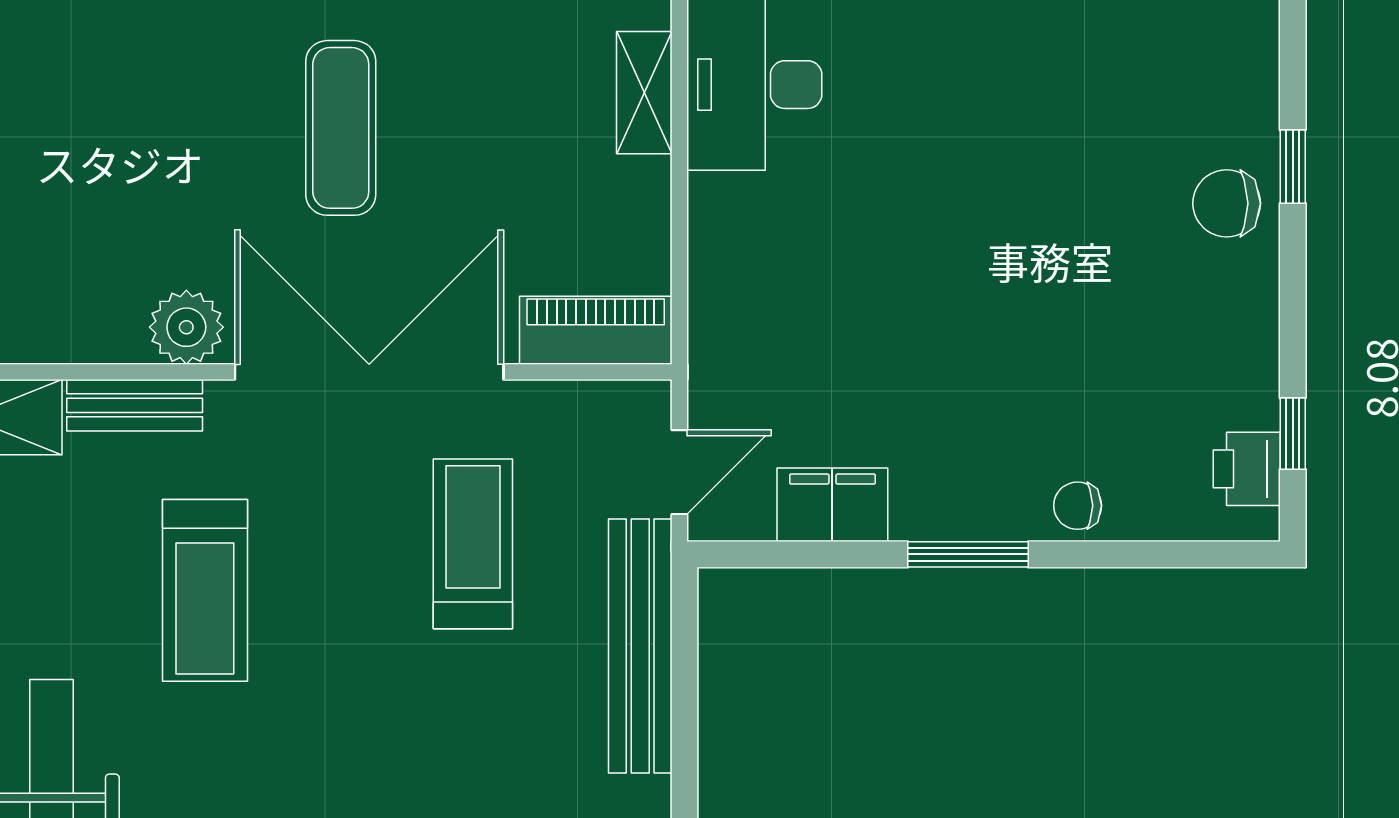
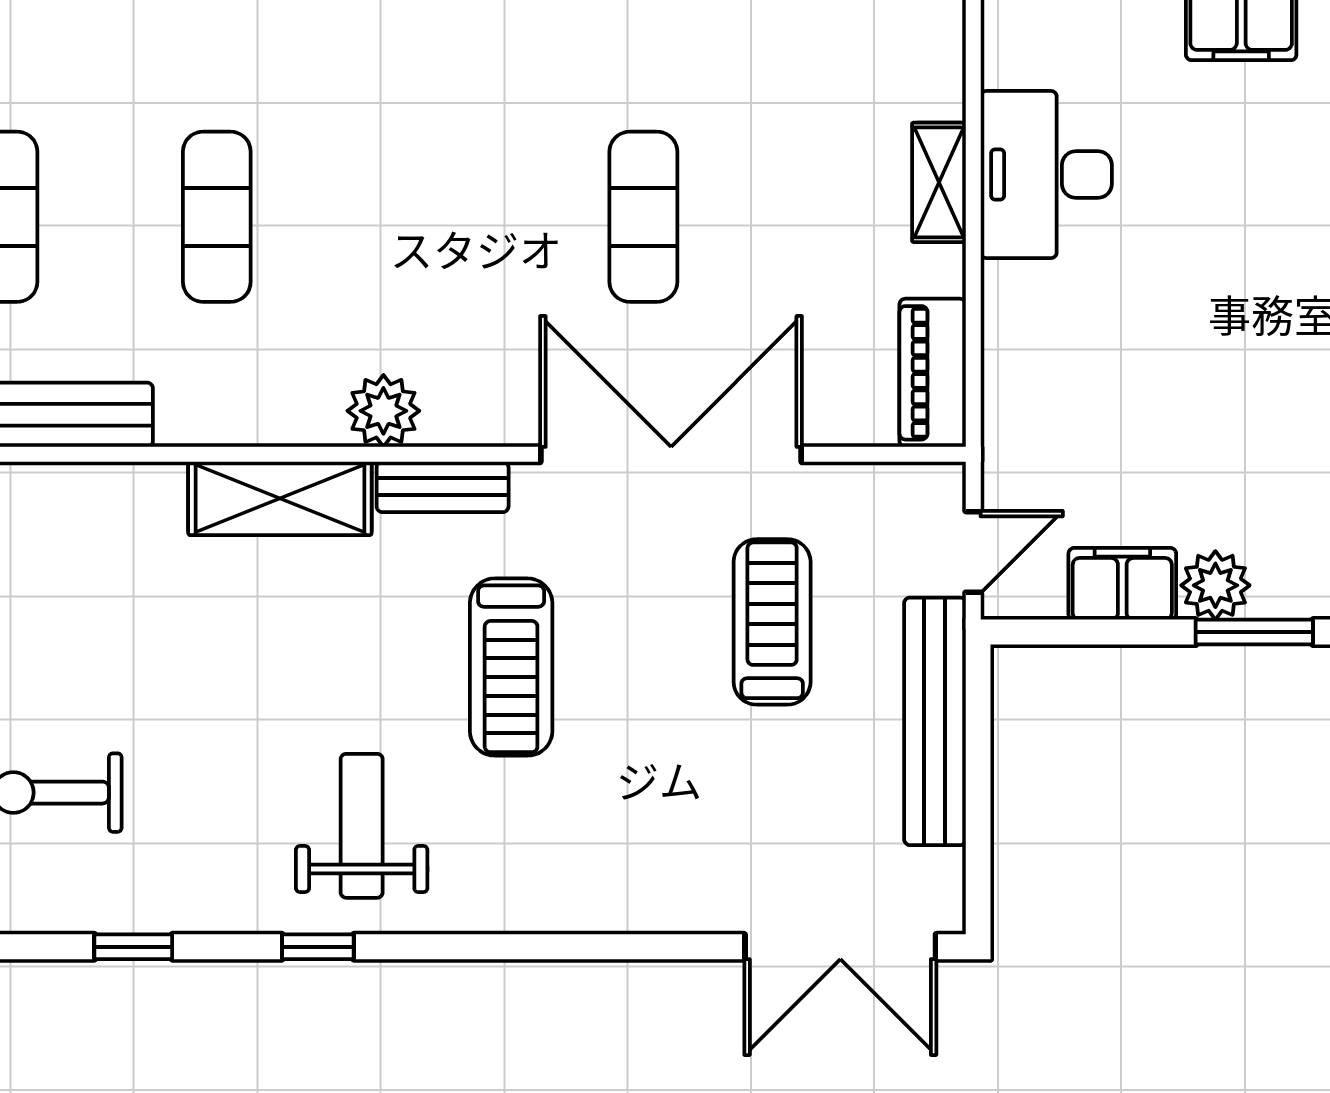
plant: (186, 327) -> (383, 411), moved
piano: (596, 330) -> (933, 373), moved, turned -90
plant: (928, 506) -> (1215, 585), added

